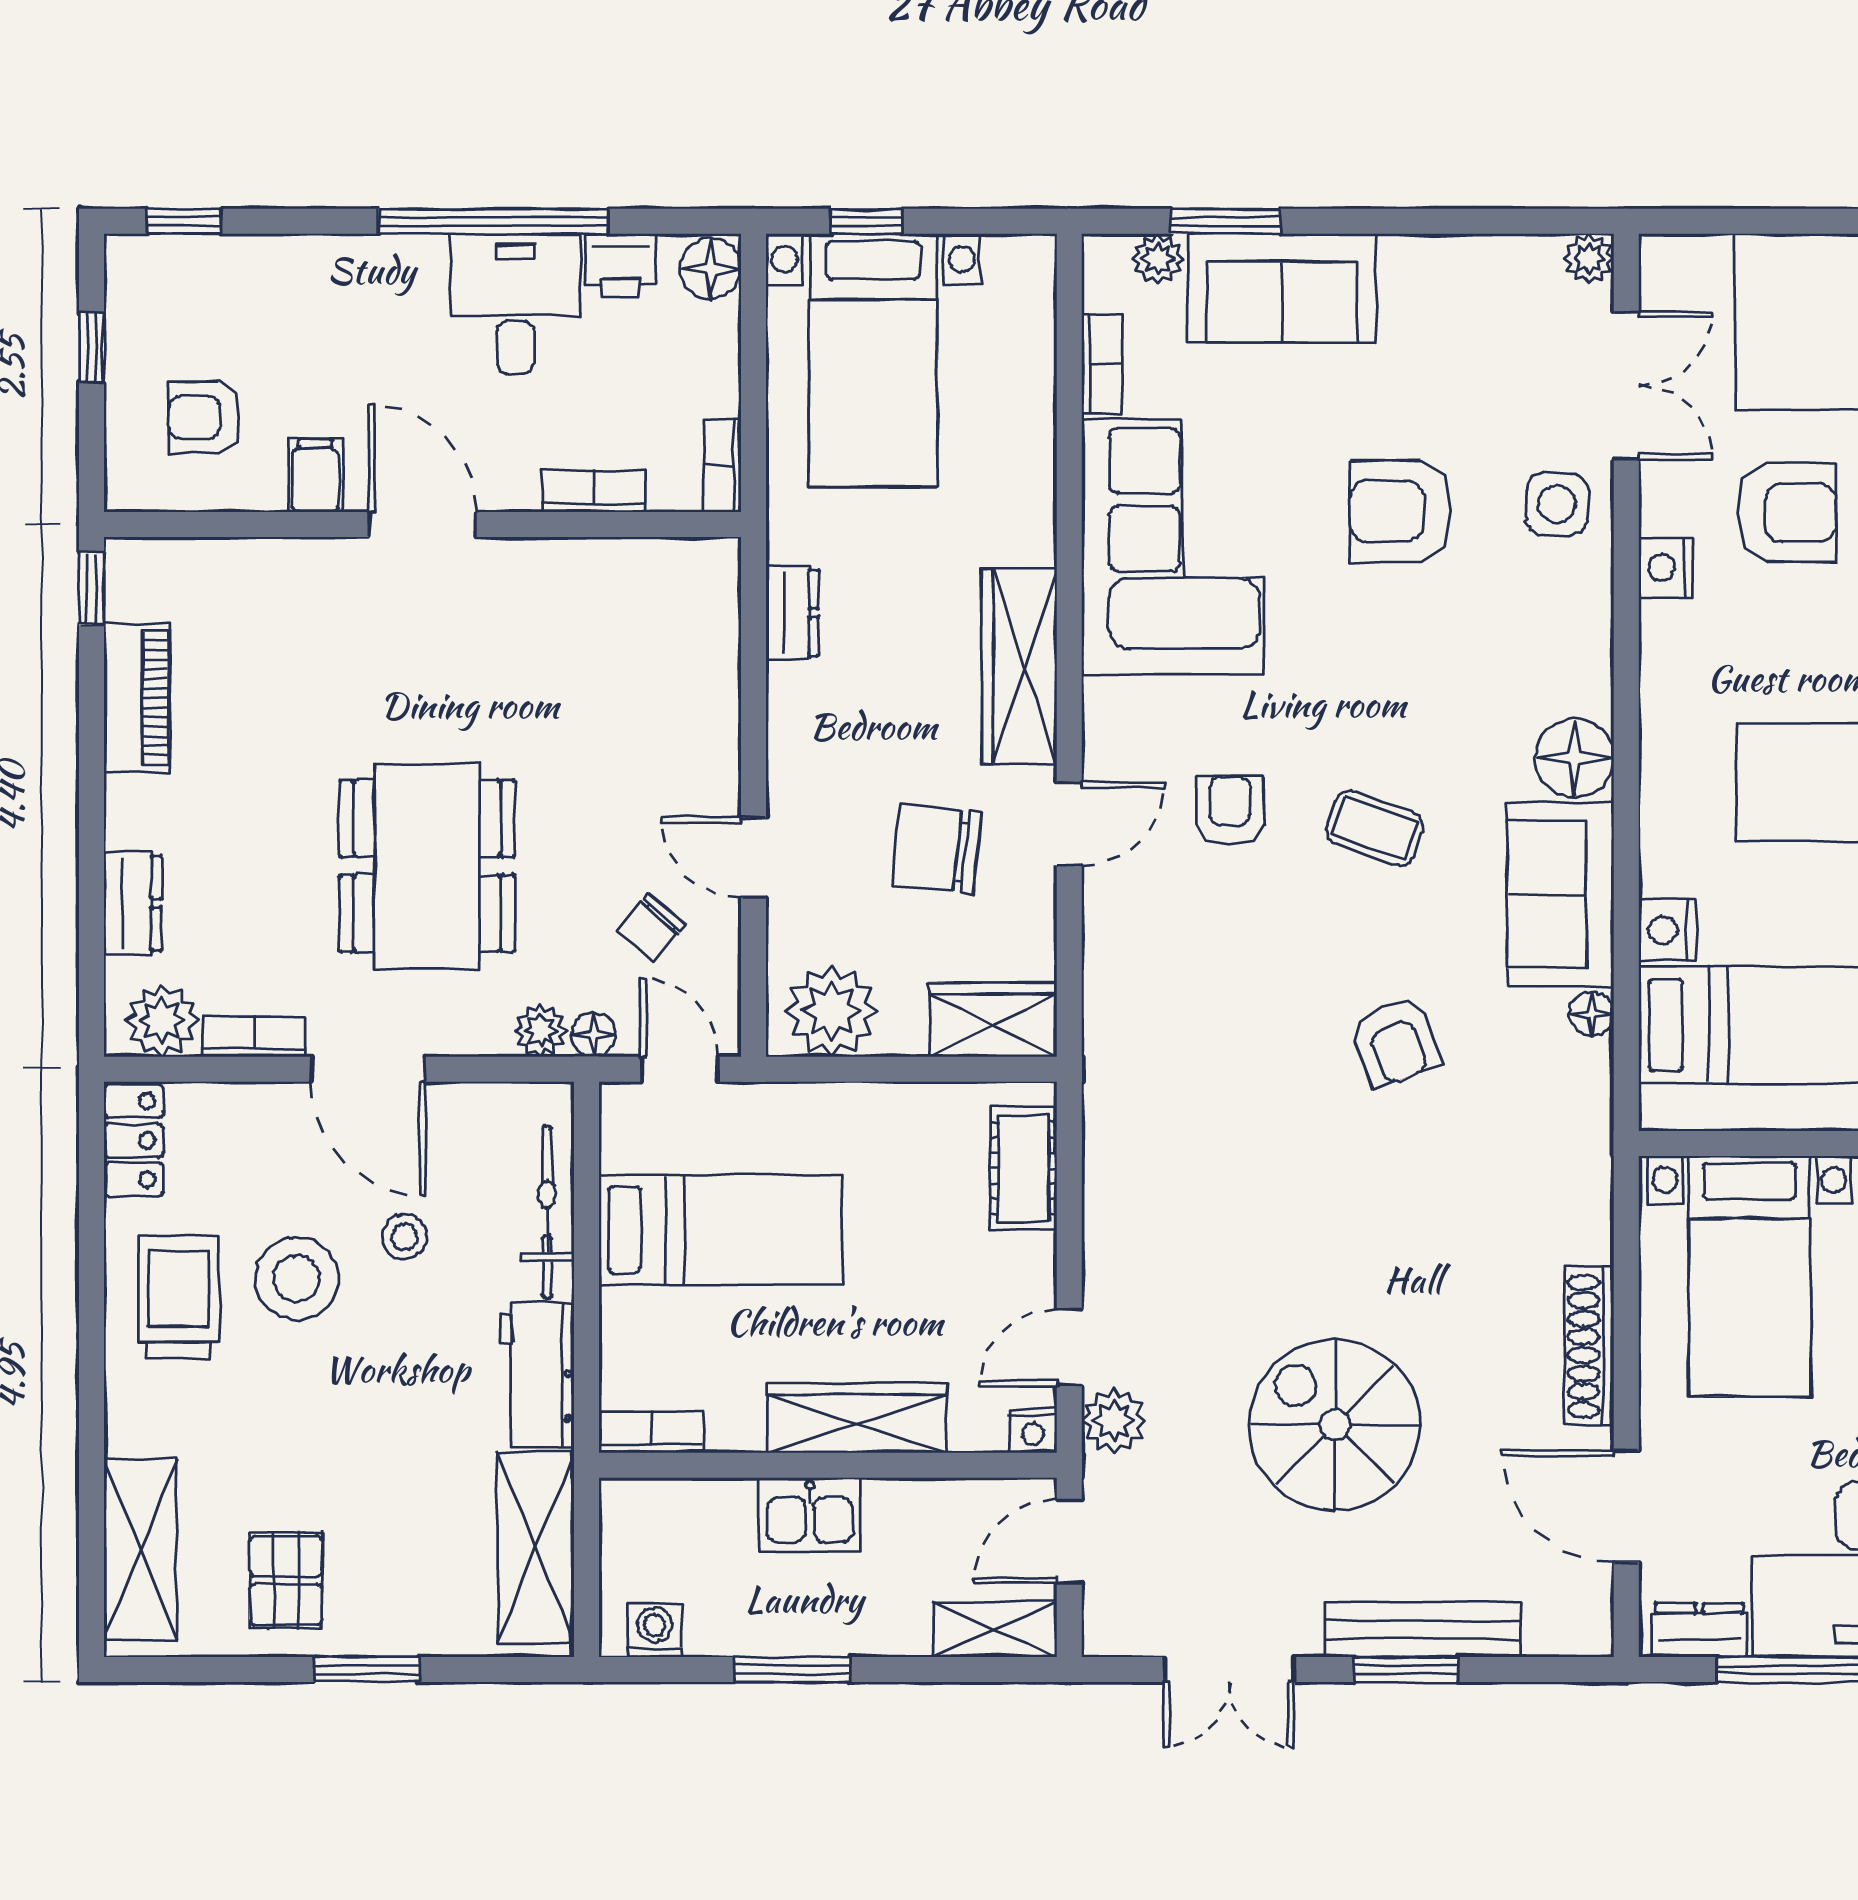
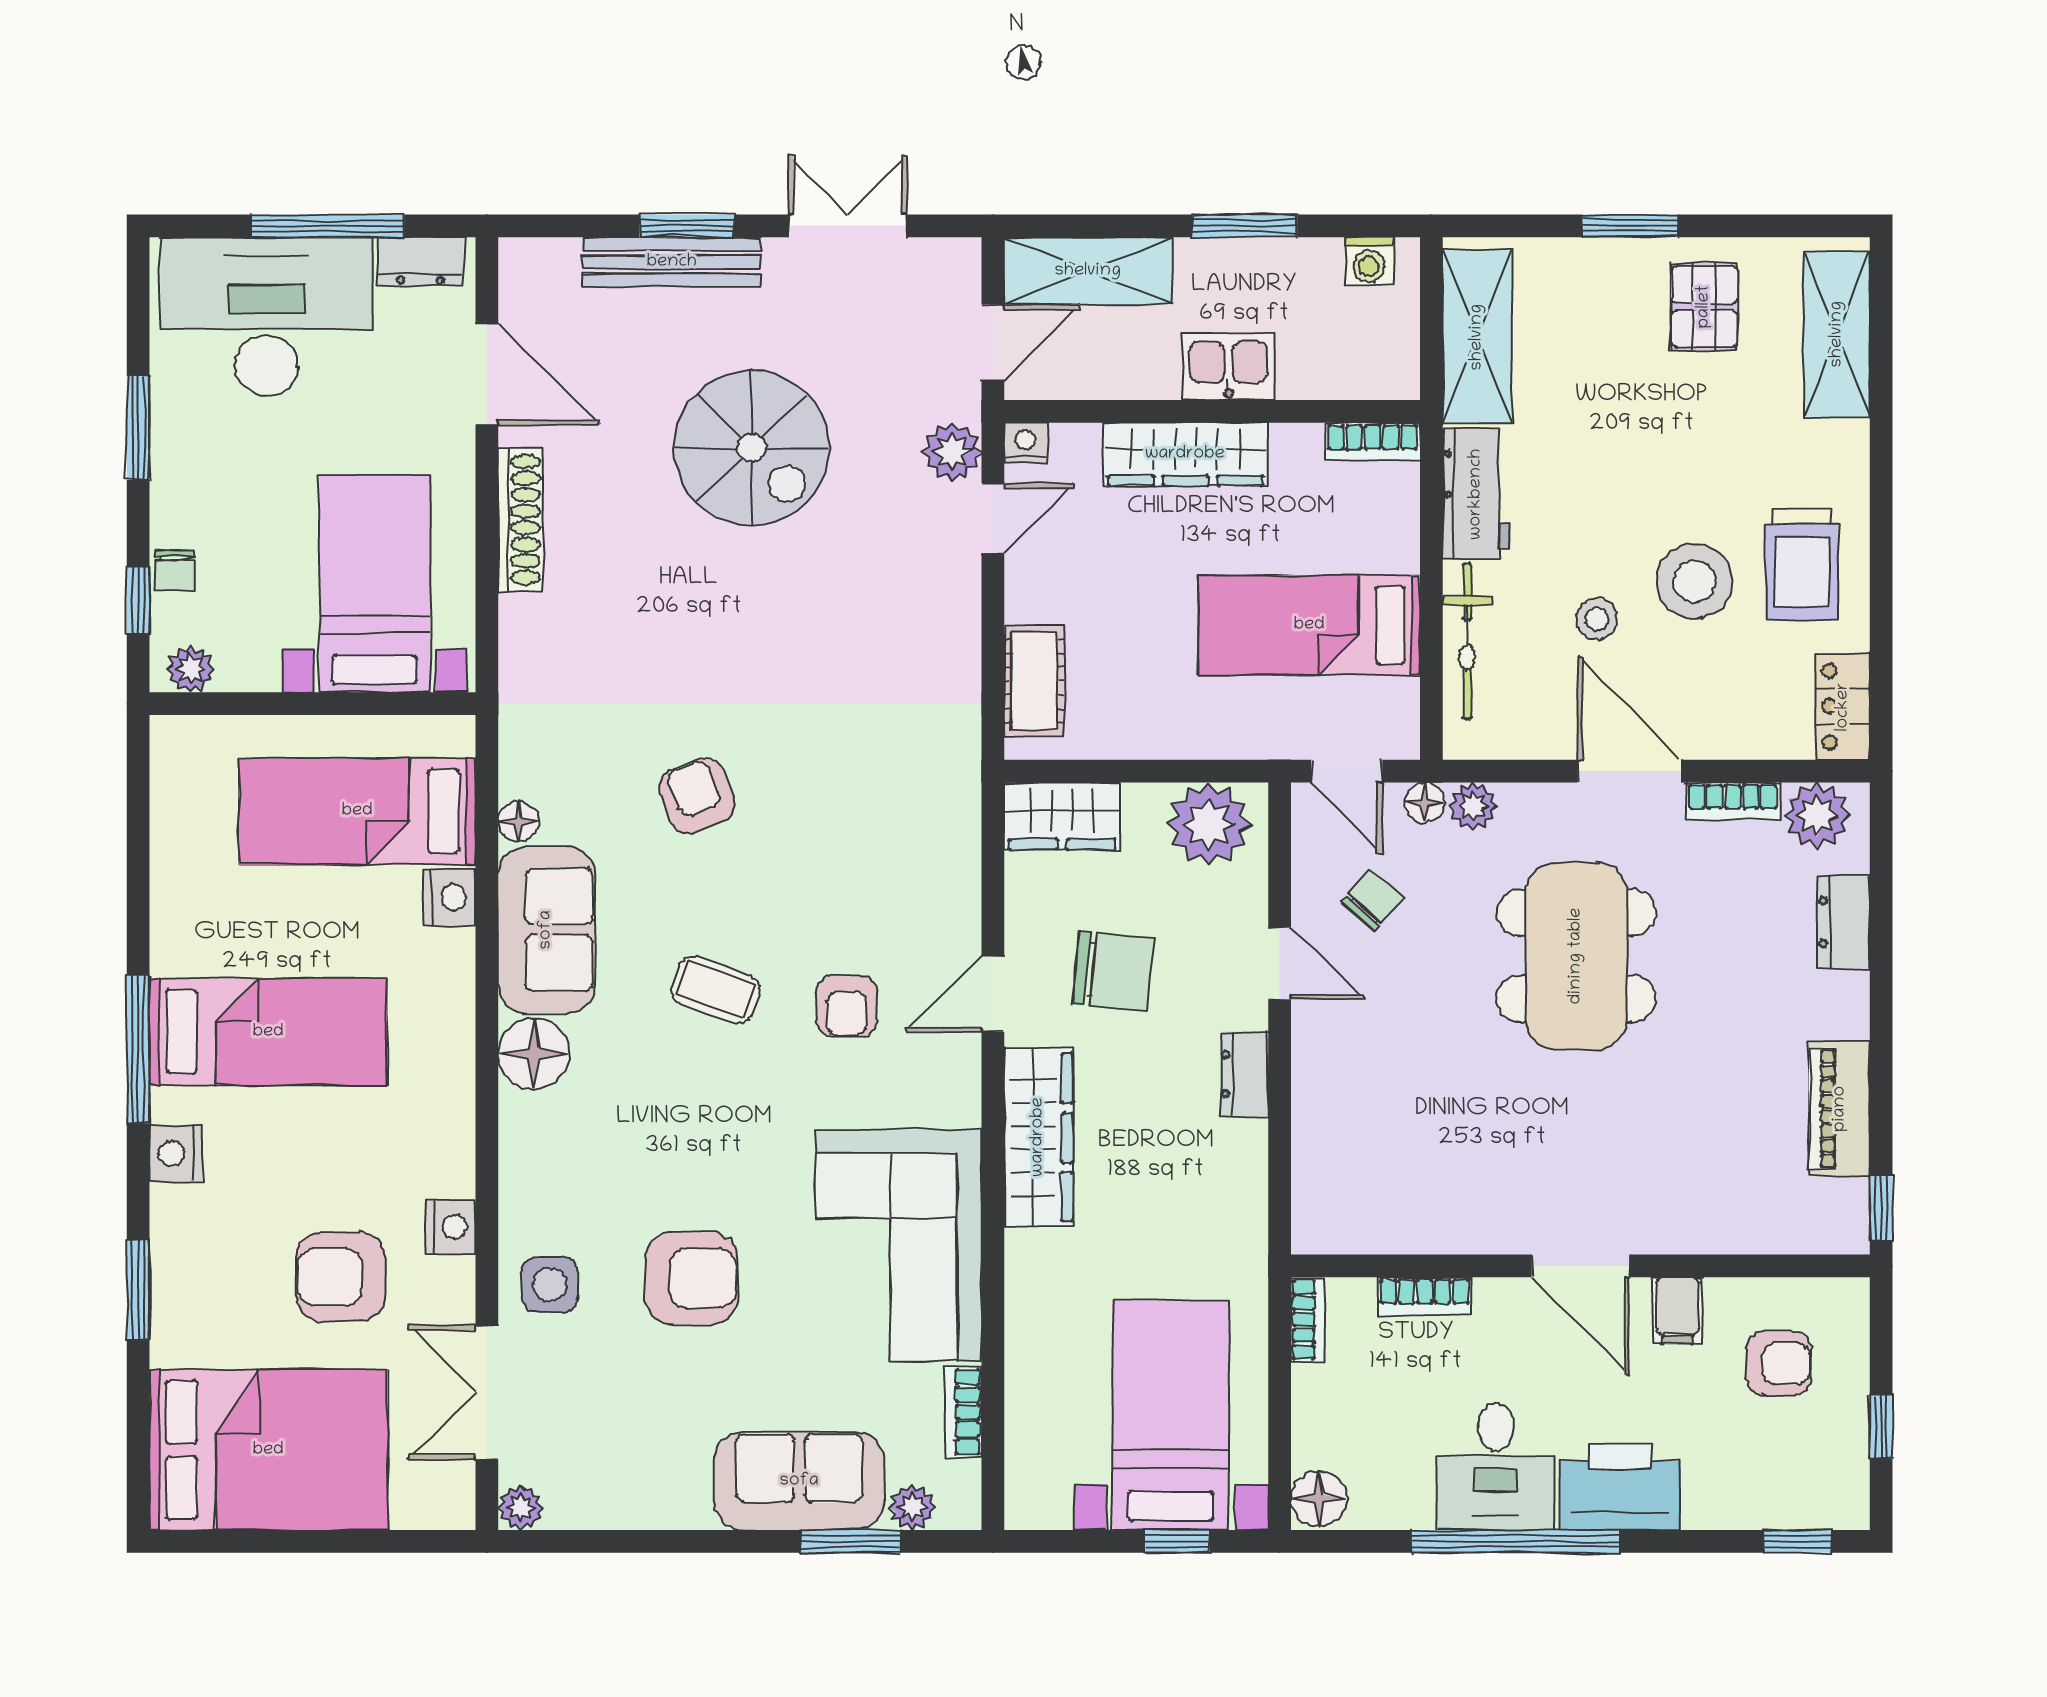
printer: (621, 266) -> (1620, 1487), moved, width x1.87, depth x1.48
dresser: (792, 613) -> (1244, 1074), moved
shelving: (995, 1629) -> (1088, 271), width x1.50, depth x1.33

